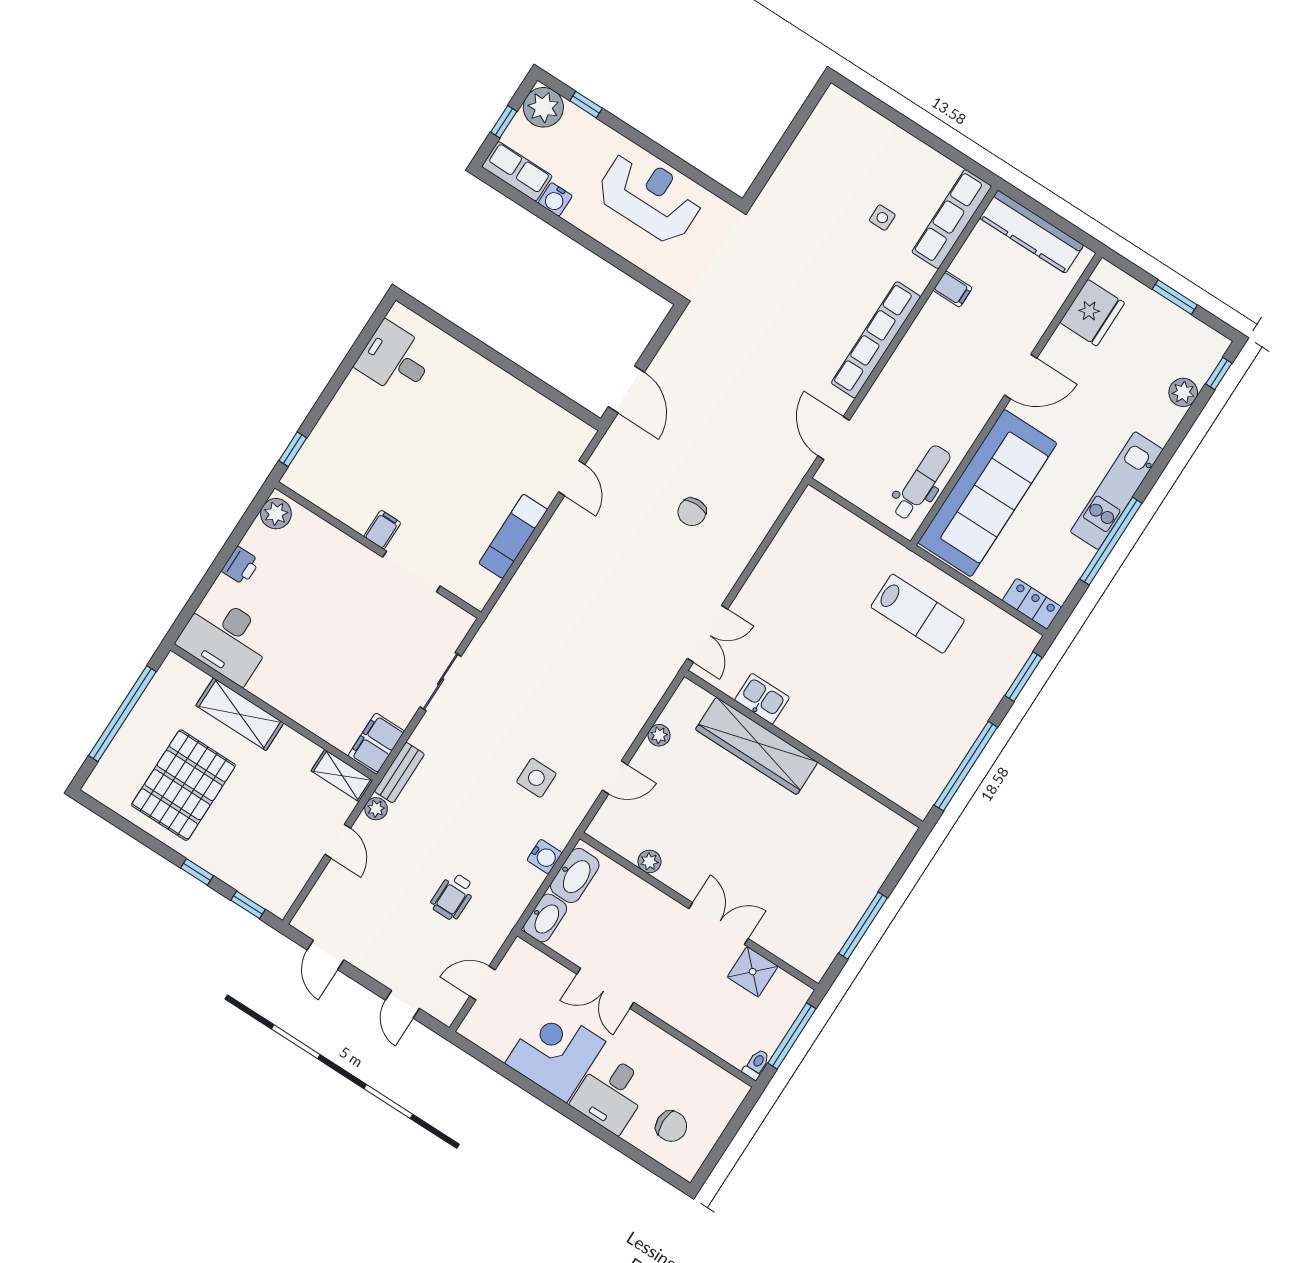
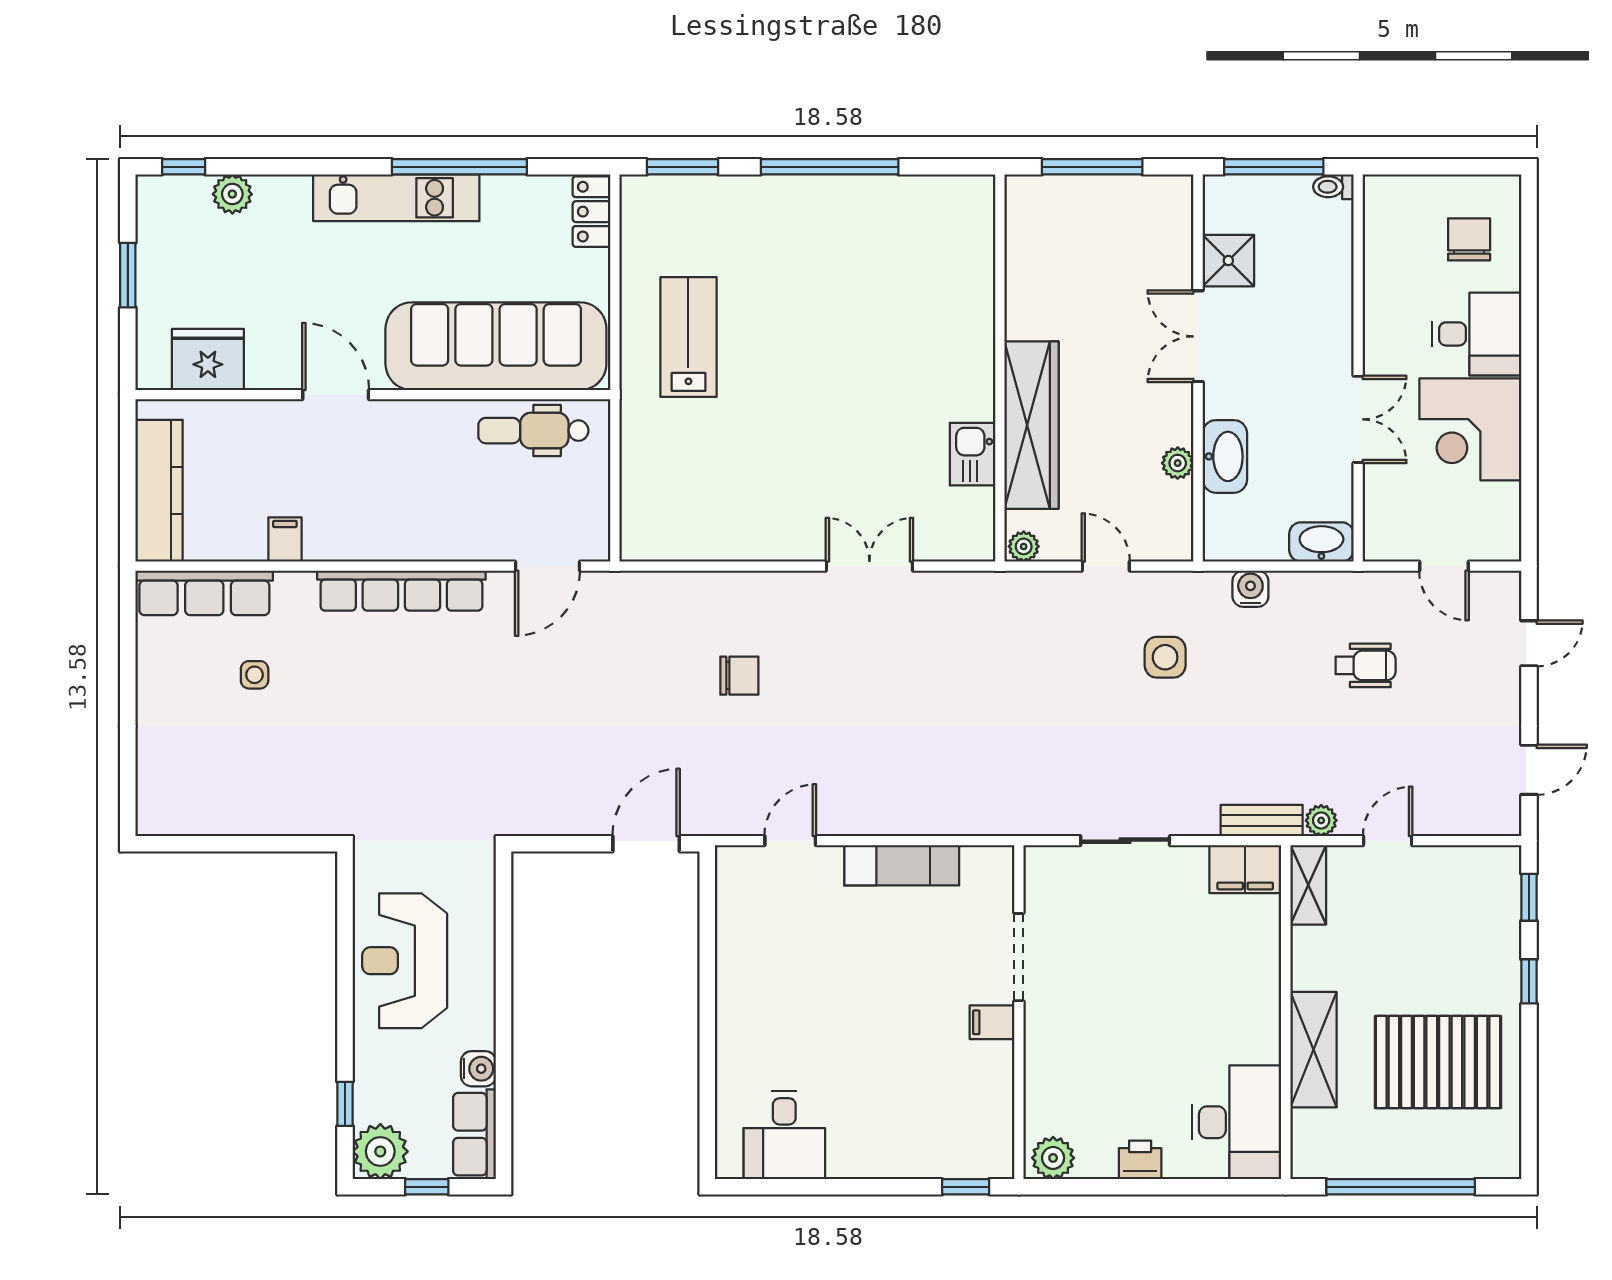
kitchen sink: (762, 699) -> (973, 454), moved
wardrobe: (757, 746) -> (1032, 425), moved
wall: (804, 749) -> (1000, 368), moved
washbasin: (575, 875) -> (1225, 456), moved, turned 90

